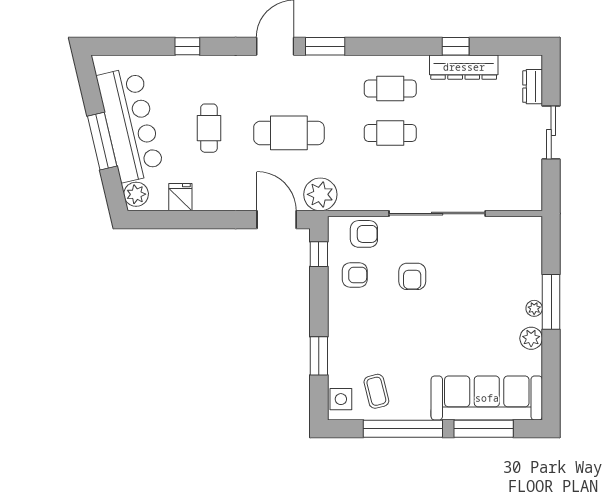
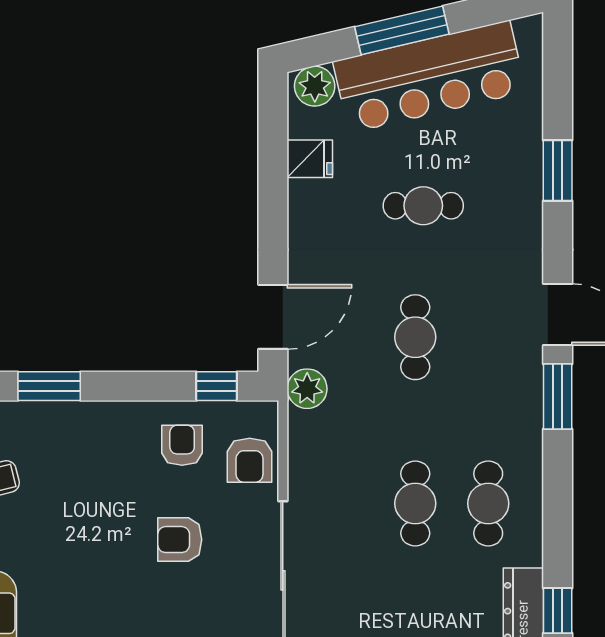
window: (187, 46) -> (558, 170), width x1.50
cafe table: (289, 133) -> (415, 337), width x0.73, depth x0.74
plant: (320, 194) -> (307, 389), width x0.73, depth x0.73
armchair: (355, 275) -> (182, 445), turned 180

